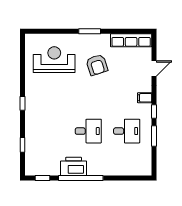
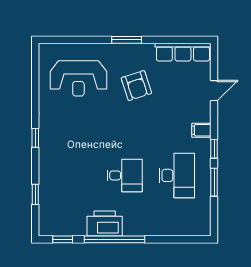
reception desk: (54, 60) -> (78, 78), turned 180
desk: (127, 131) -> (177, 175), width x1.37

